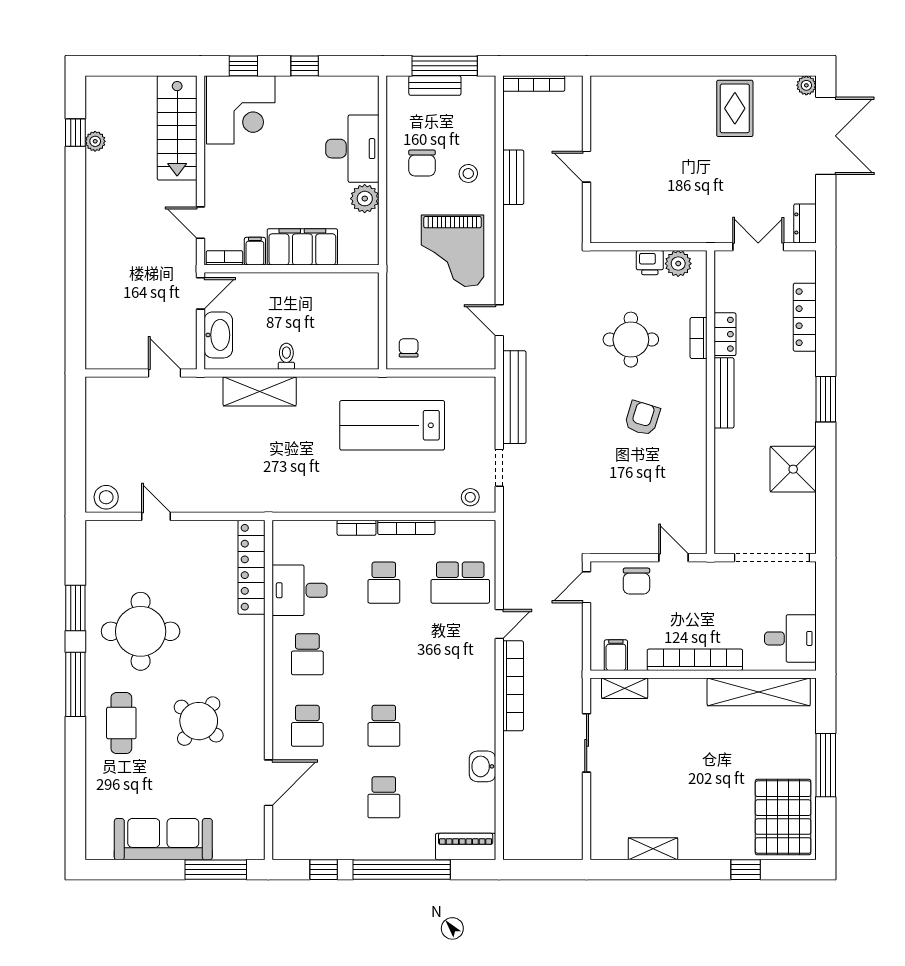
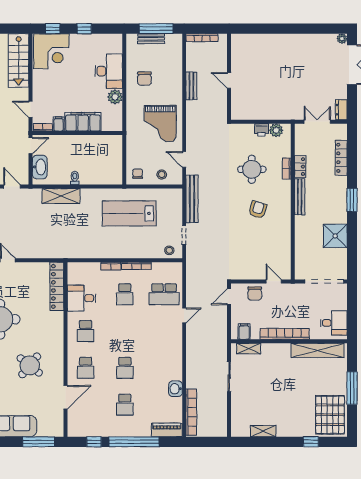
rug: (735, 108) -> (305, 51), removed
stool: (468, 173) -> (162, 174), moved
bookcase: (513, 686) -> (191, 412), moved

